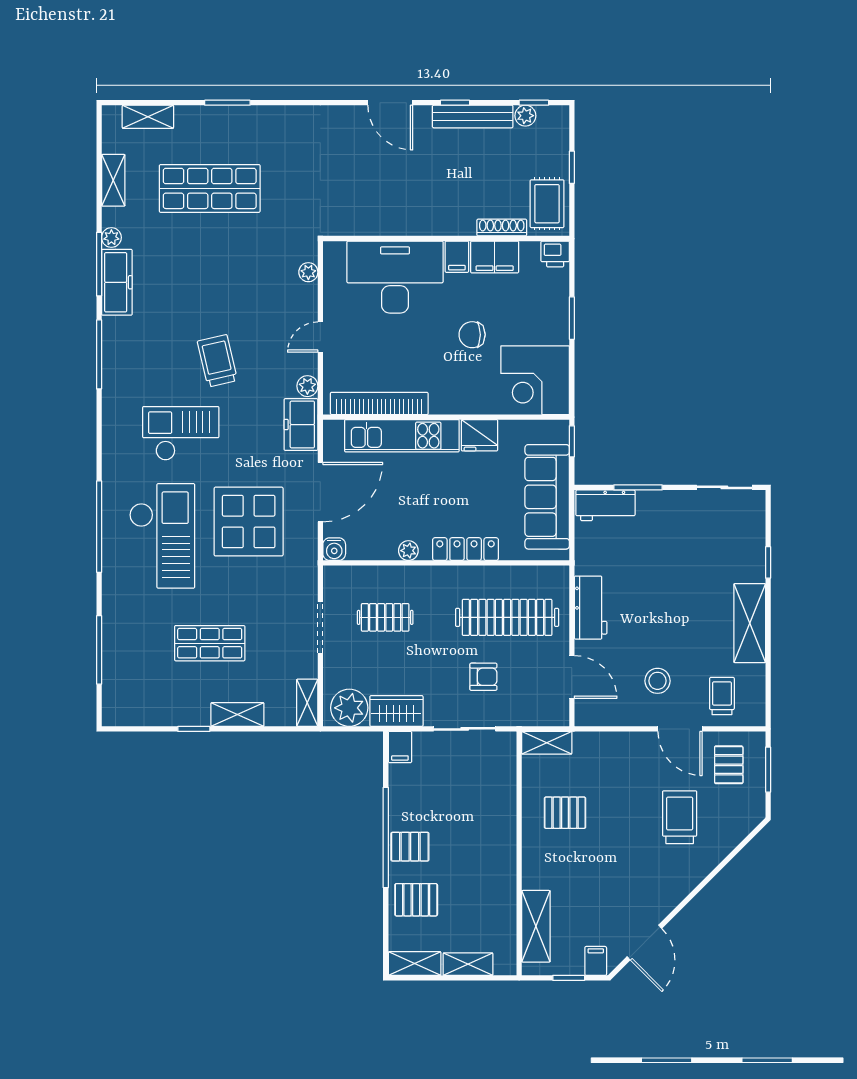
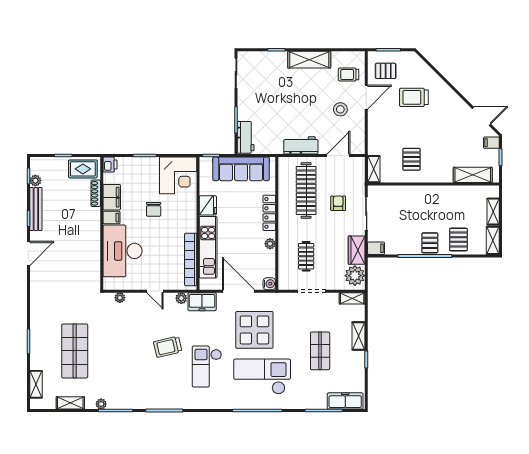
freezer: (117, 282) -> (345, 401), moved

